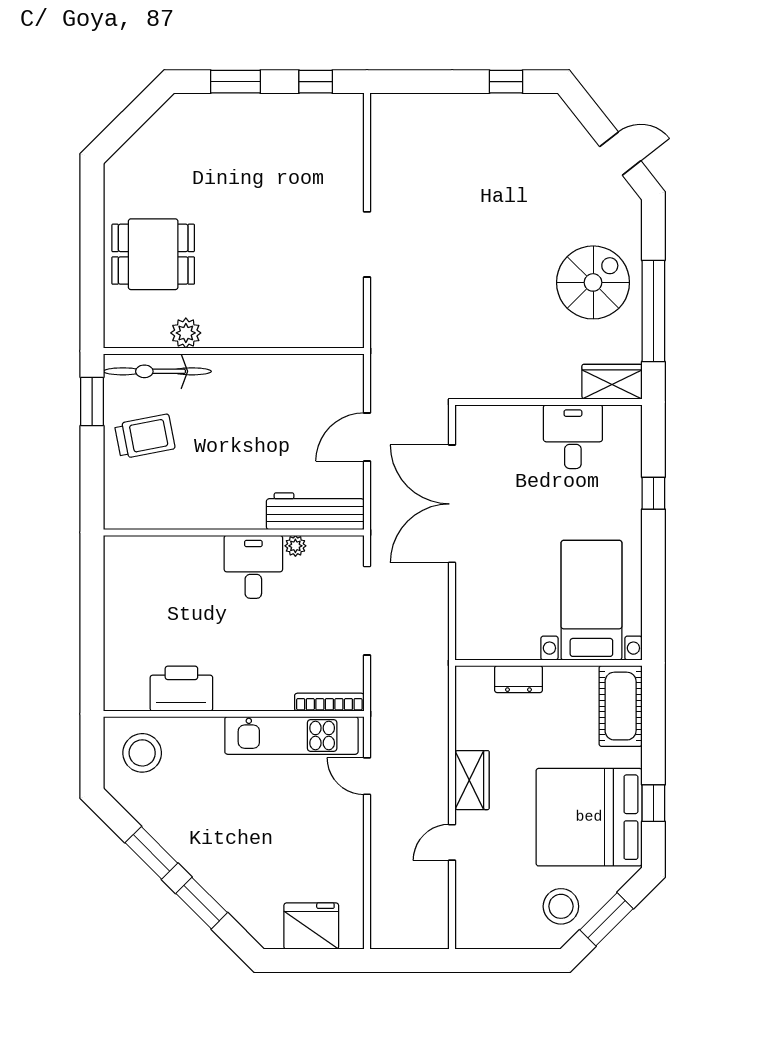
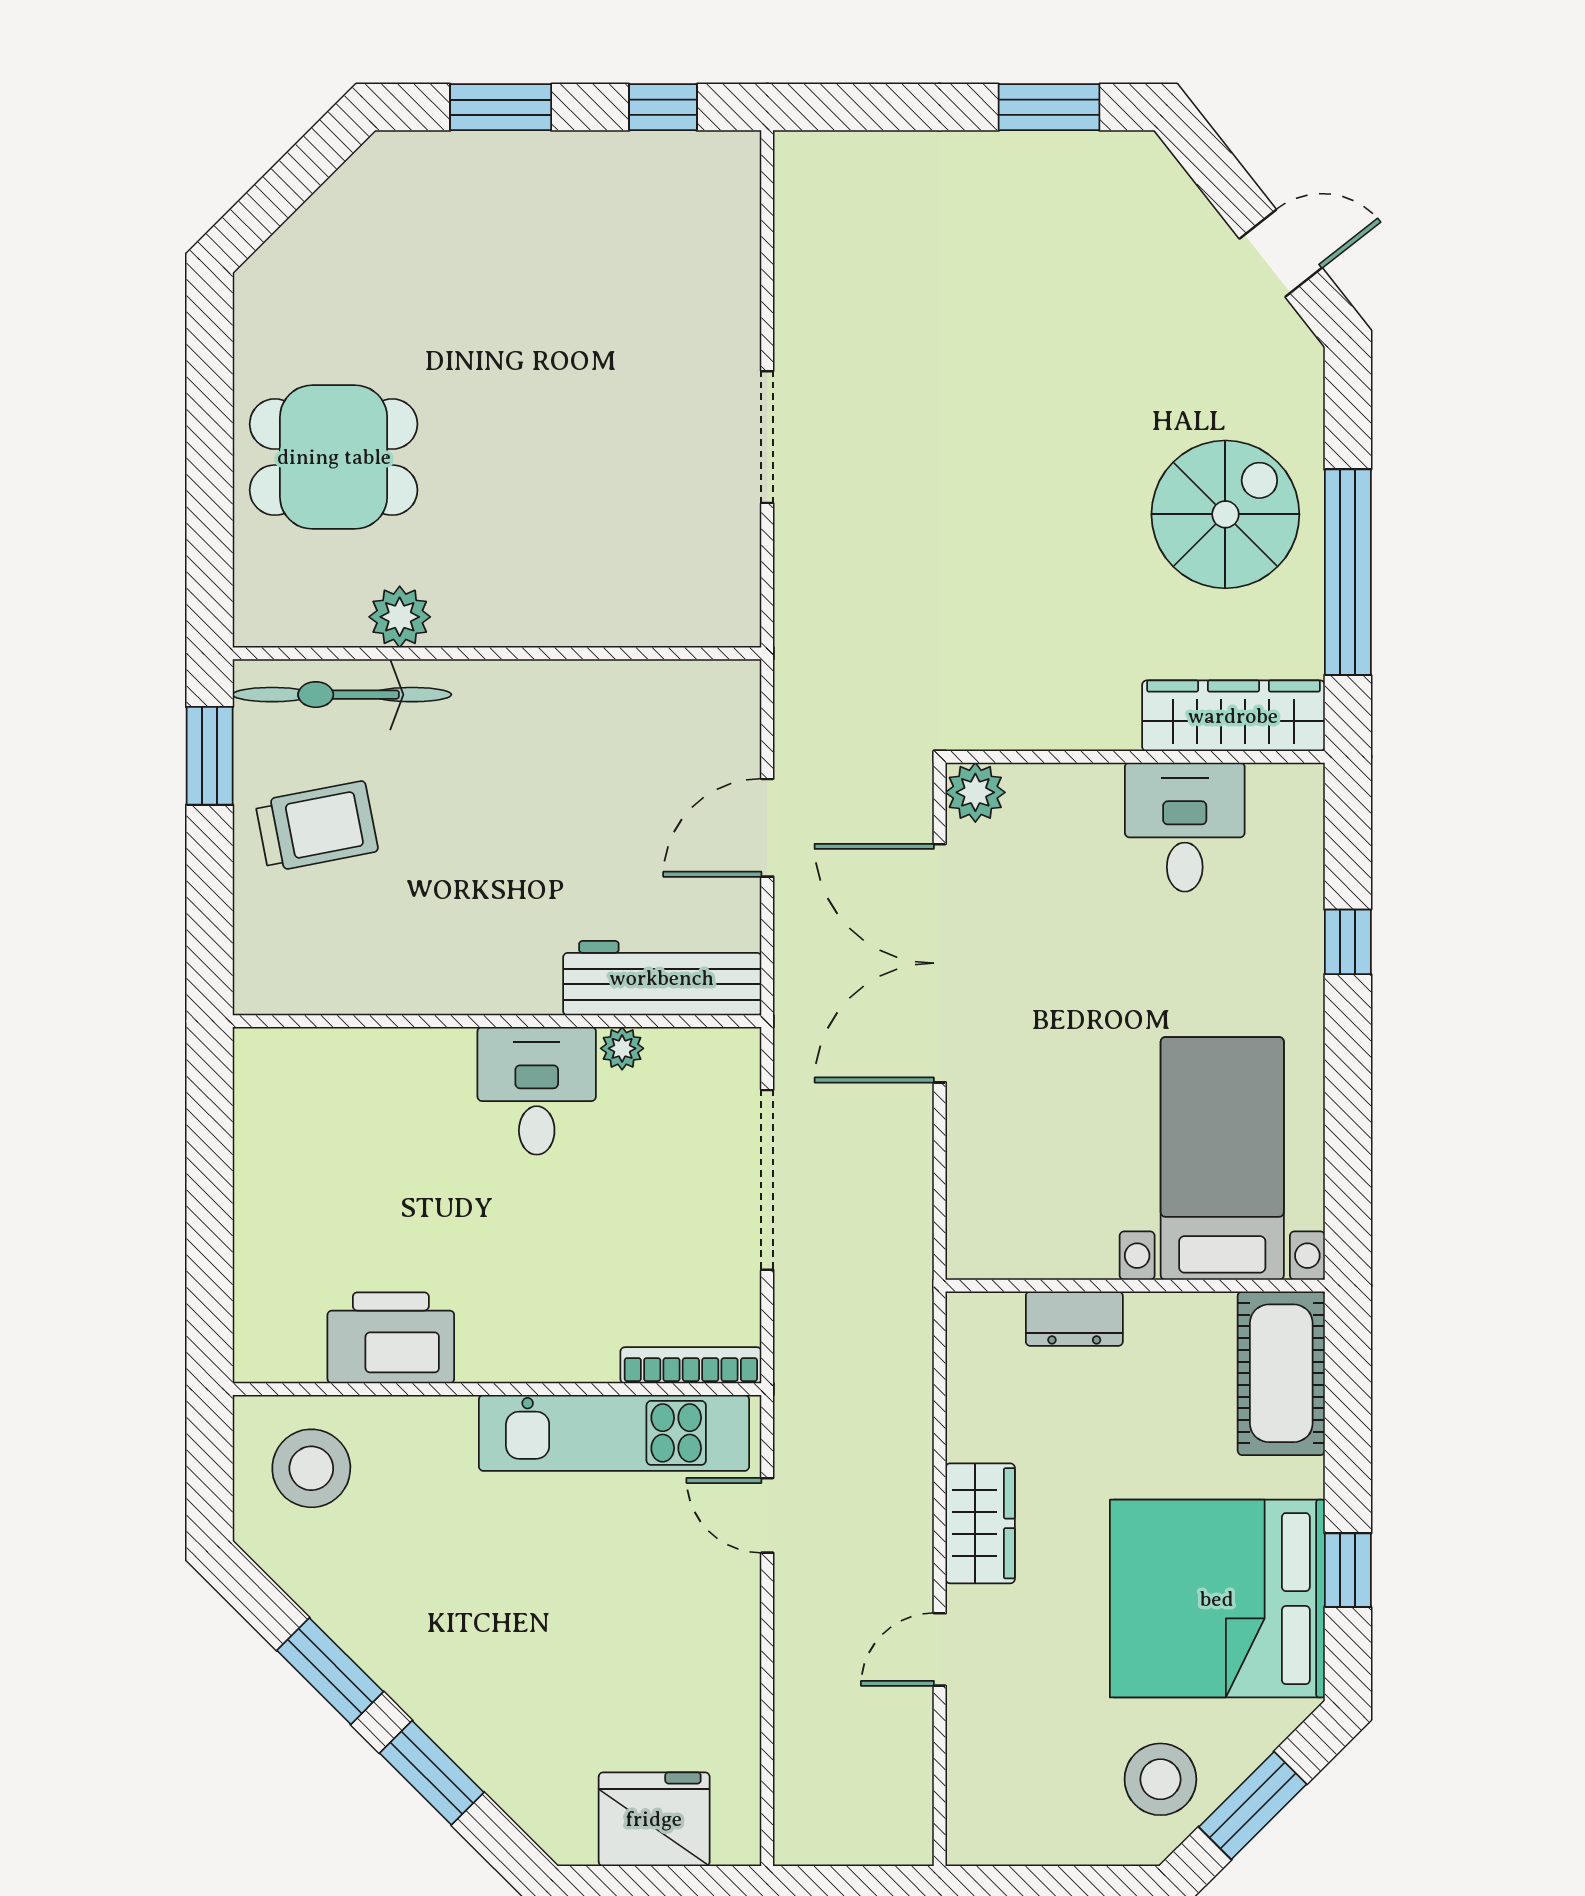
window: (506, 82) -> (1049, 107), width x1.50
wardrobe: (612, 382) -> (1233, 716), width x1.50
plant: (470, 420) -> (975, 792), added

